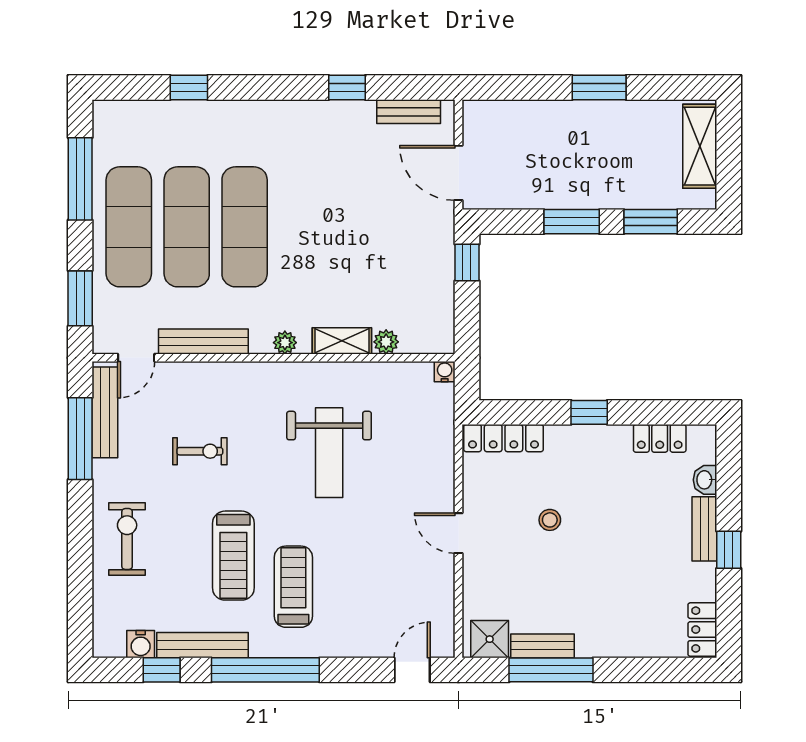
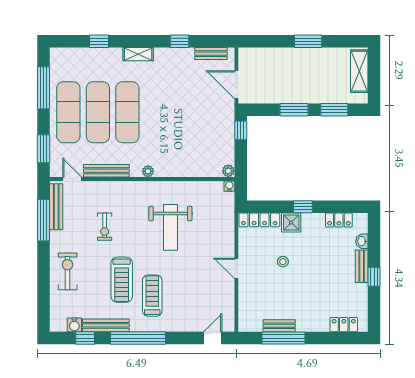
shelving: (342, 341) -> (138, 54), moved
plant: (386, 342) -> (228, 171), moved
door: (136, 358) -> (72, 179), swing flipped
exercise bike: (200, 451) -> (105, 227), turned 90
locker: (702, 630) -> (344, 325), moved, turned 90
shower: (490, 639) -> (291, 223), moved

